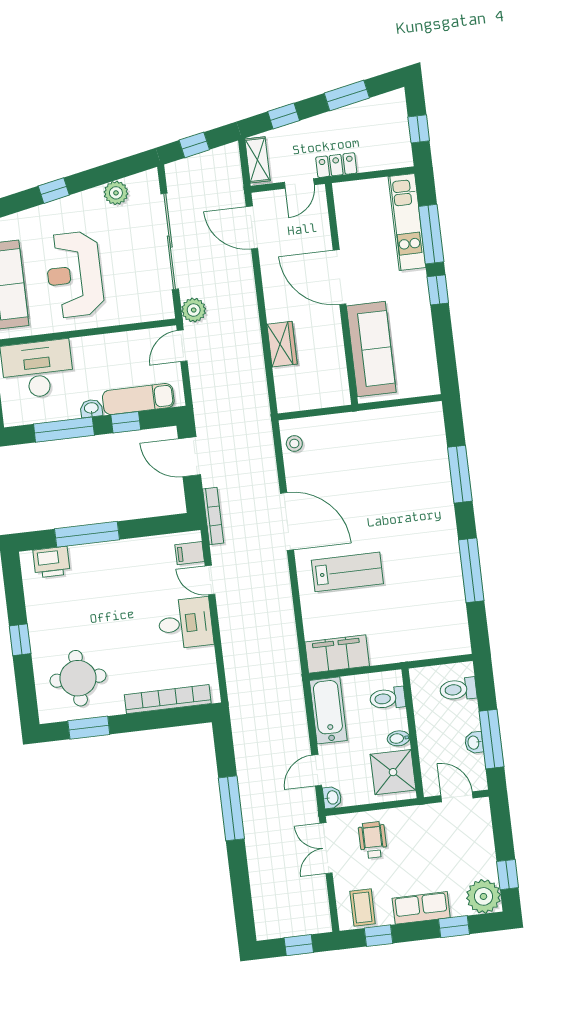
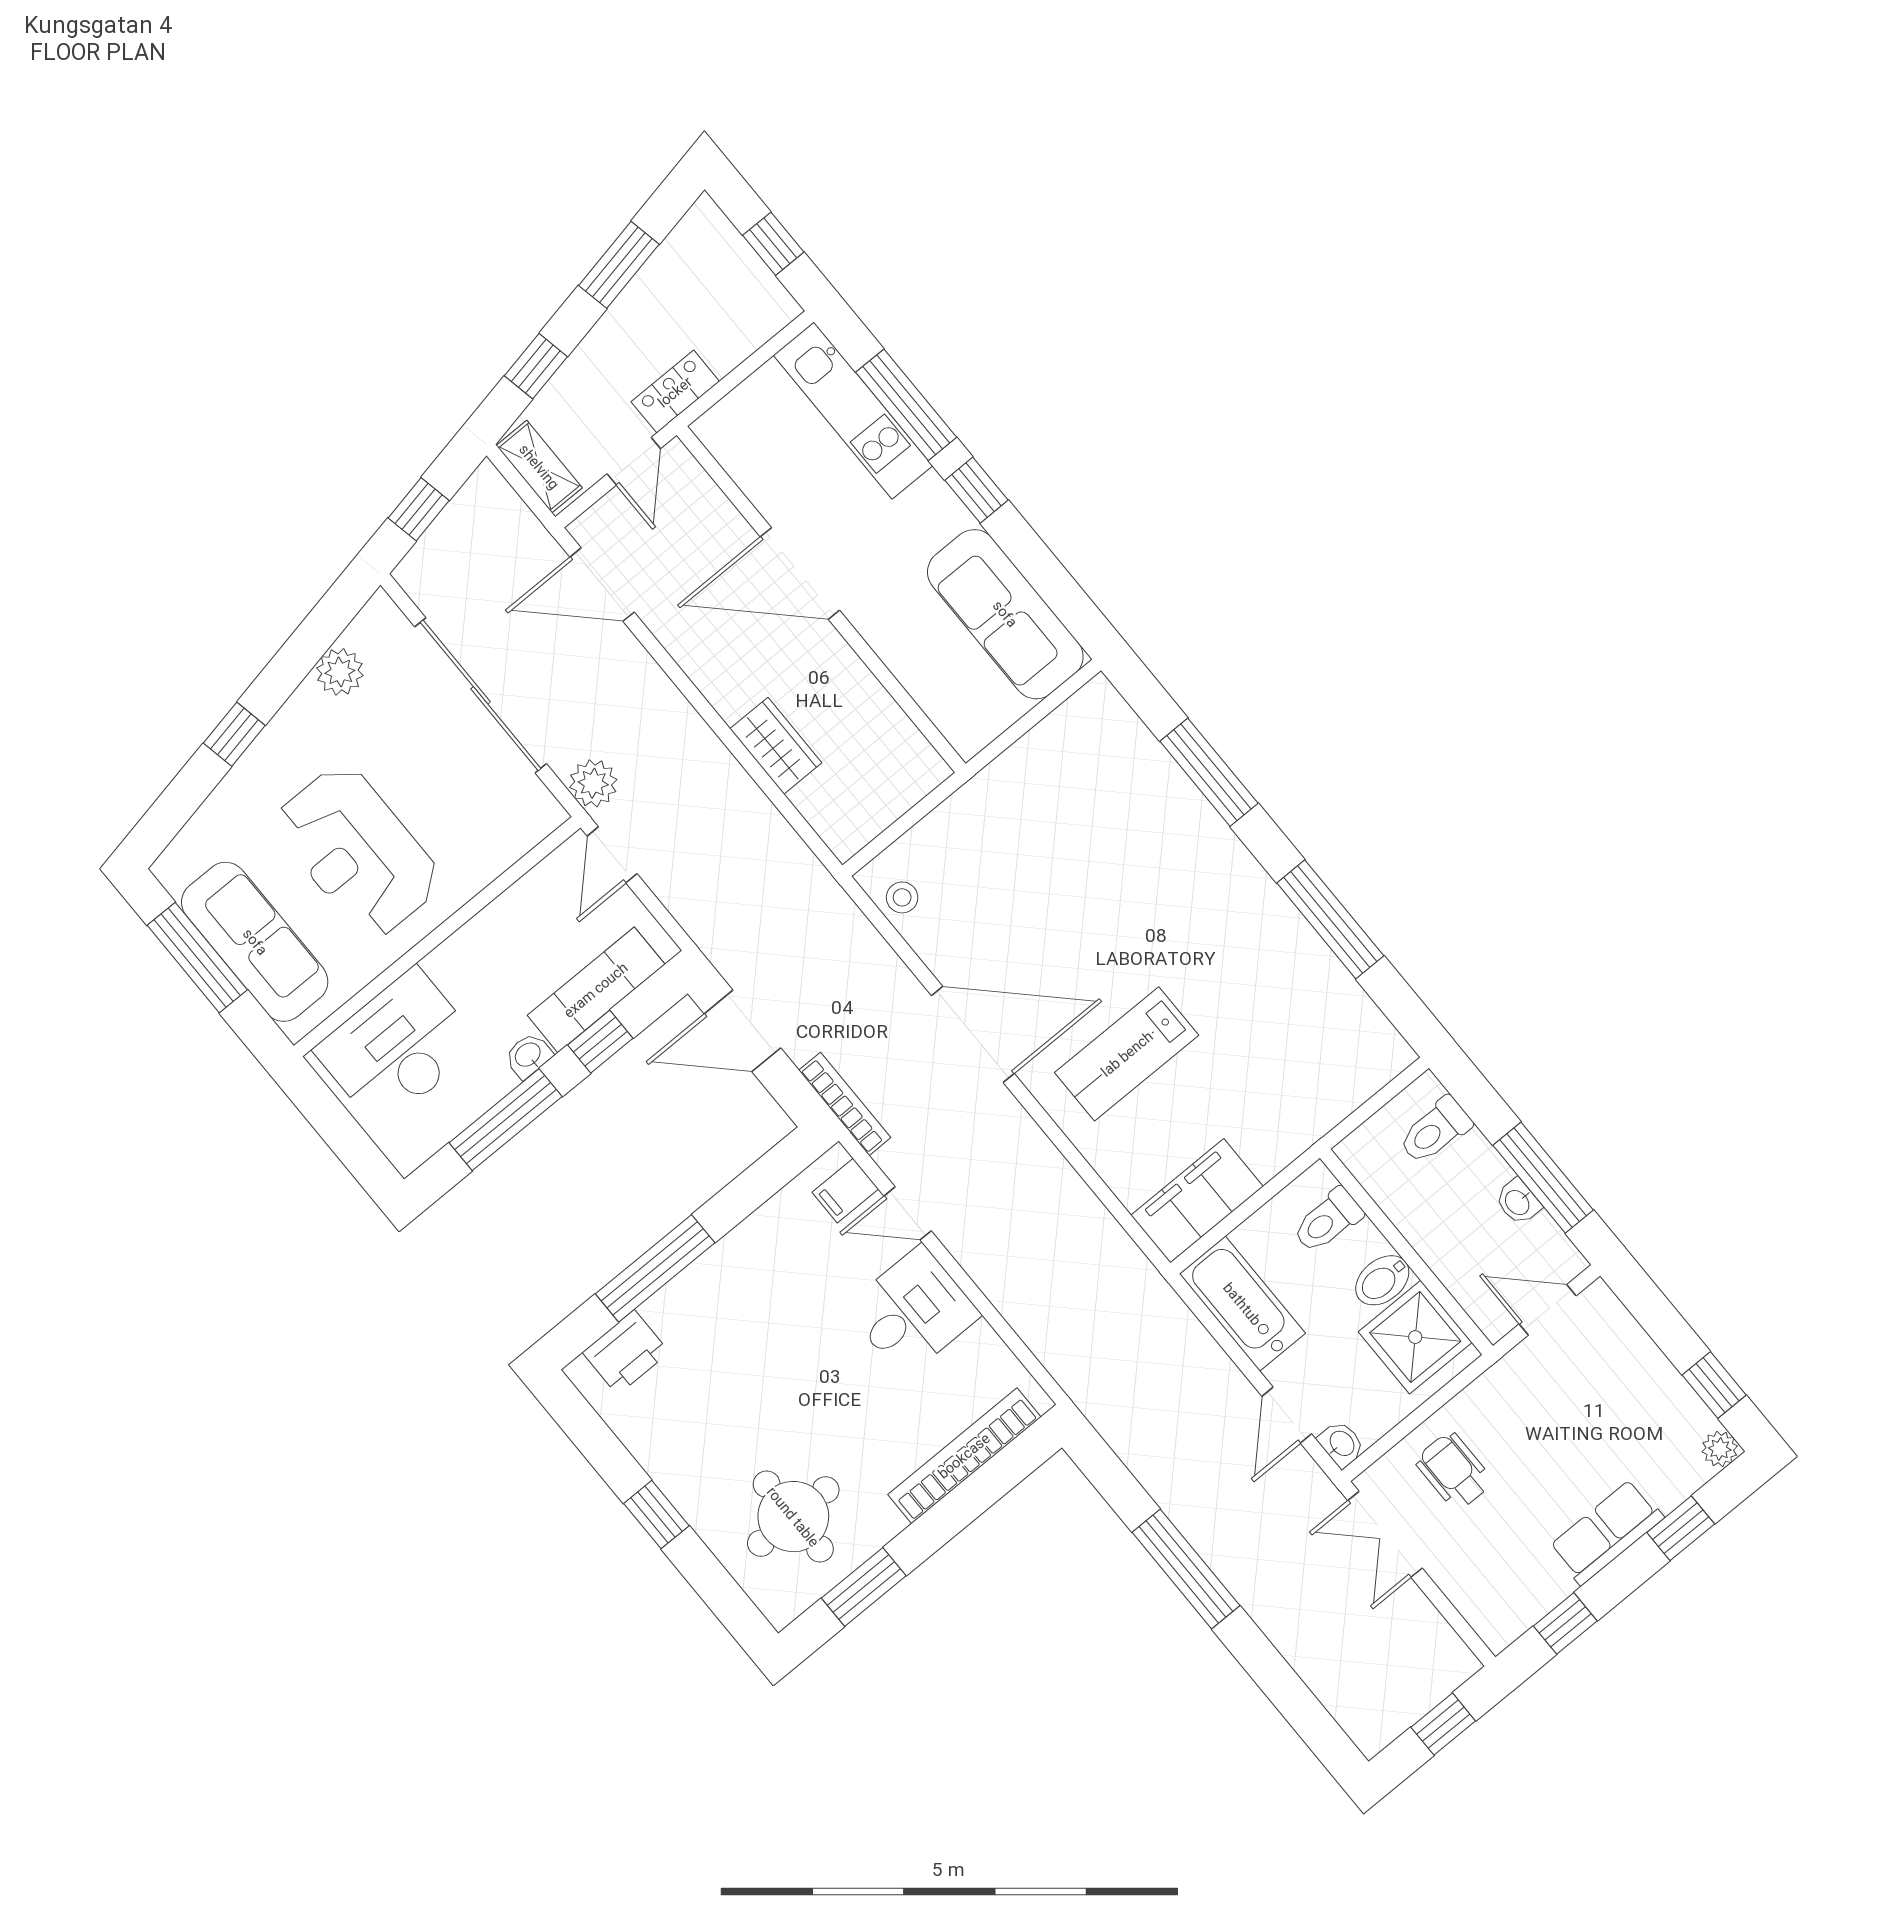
sofa: (371, 349) -> (1005, 614), moved, turned 180
lab bench: (347, 572) -> (1127, 1054), turned 180
bidet: (398, 738) -> (1382, 1280), width x1.38, depth x1.36
plant: (483, 896) -> (1720, 1449), width x0.53, depth x0.53
coffee table: (363, 908) -> (1509, 1594), removed

